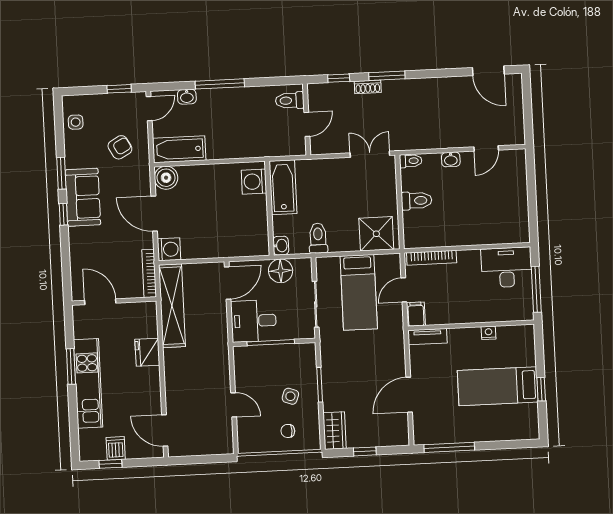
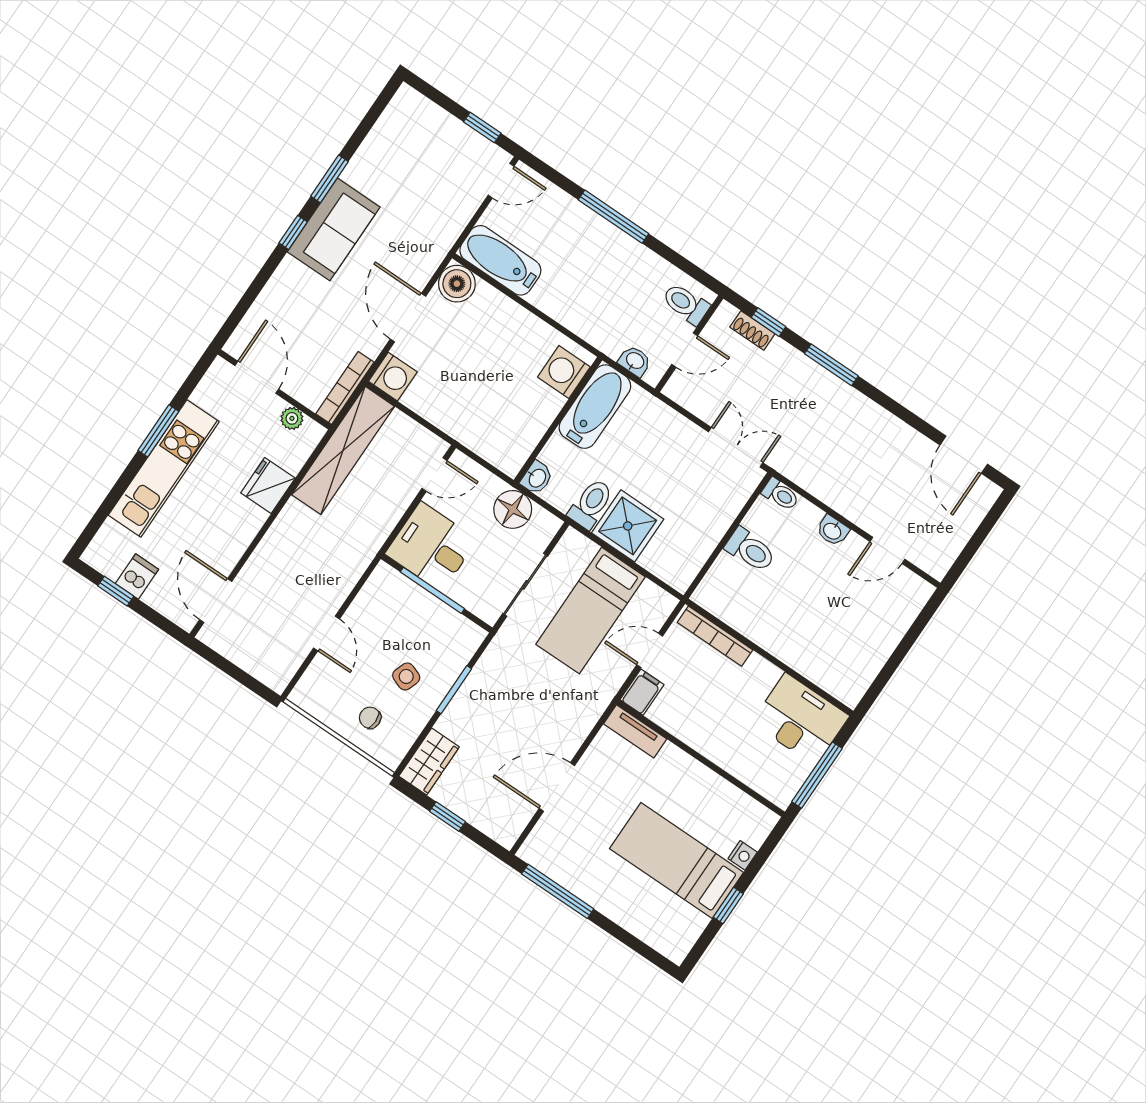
shoe rack: (368, 87) -> (752, 330), moved
washbasin: (187, 97) -> (635, 361), moved, turned 180
side table: (76, 122) -> (396, 128), removed
armchair: (120, 147) -> (428, 202), removed
shower: (376, 234) -> (628, 526), moved
door: (228, 283) -> (435, 475), width x0.73
plant: (134, 309) -> (292, 418), added
nightstand: (489, 333) -> (743, 855), moved, turned 90

